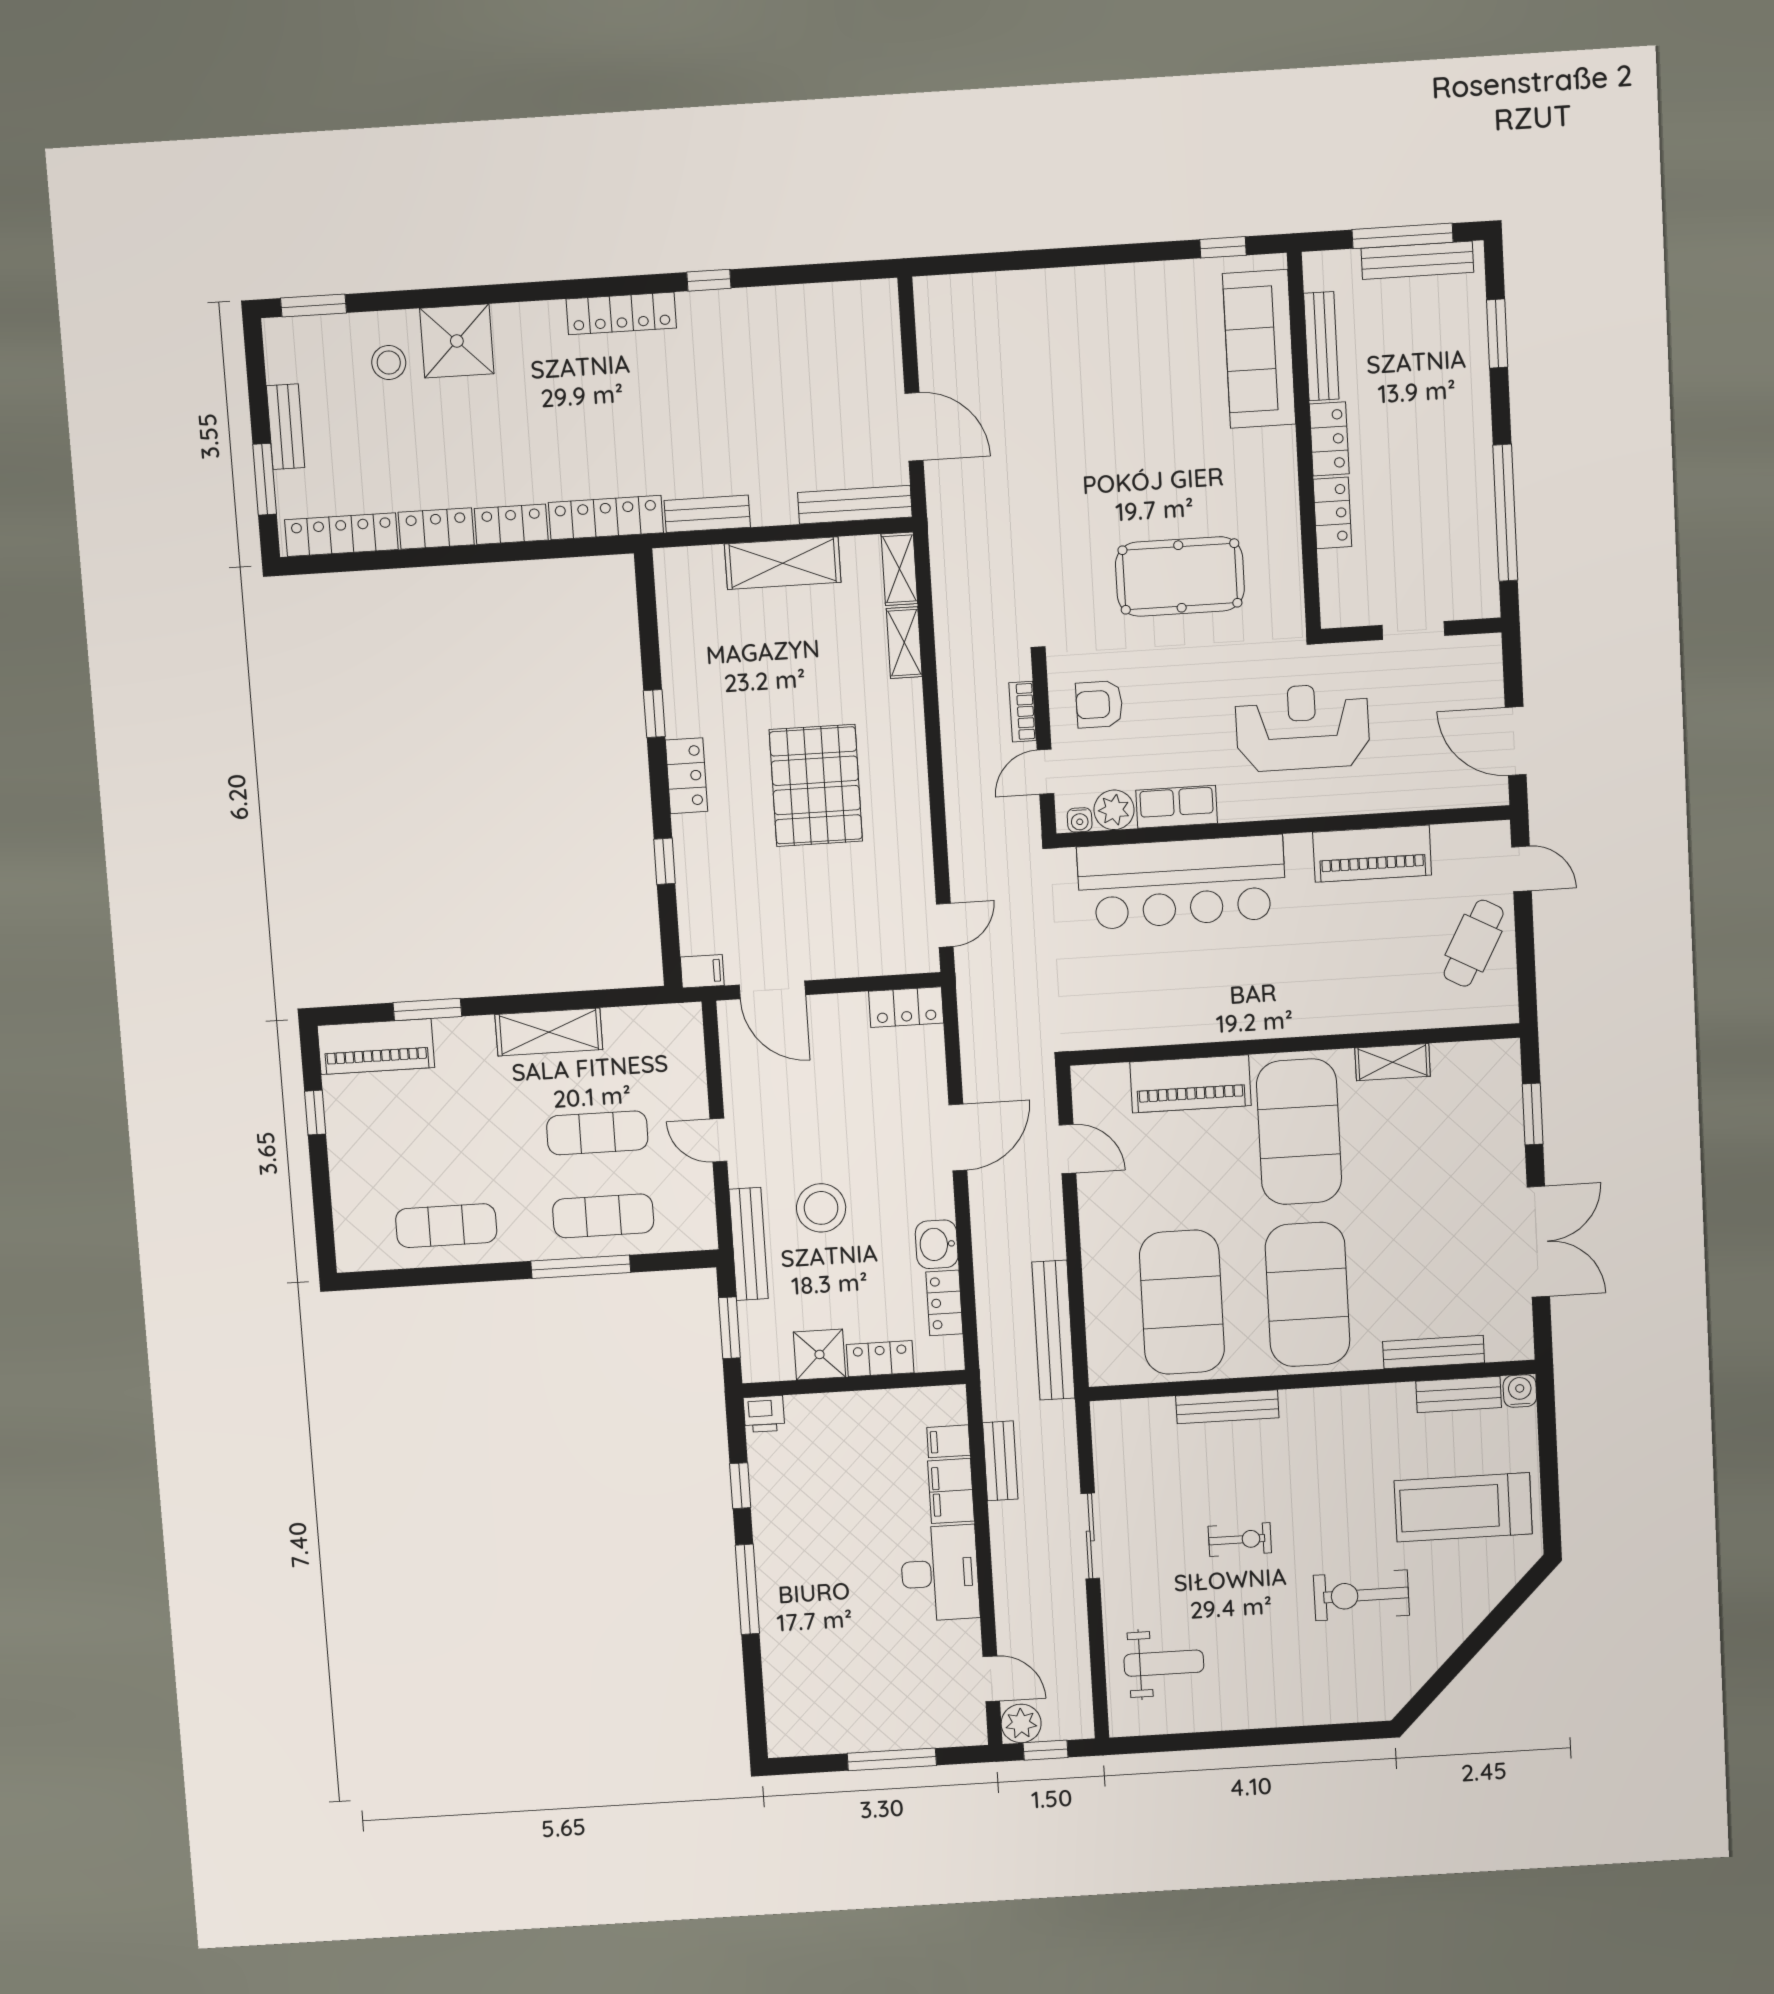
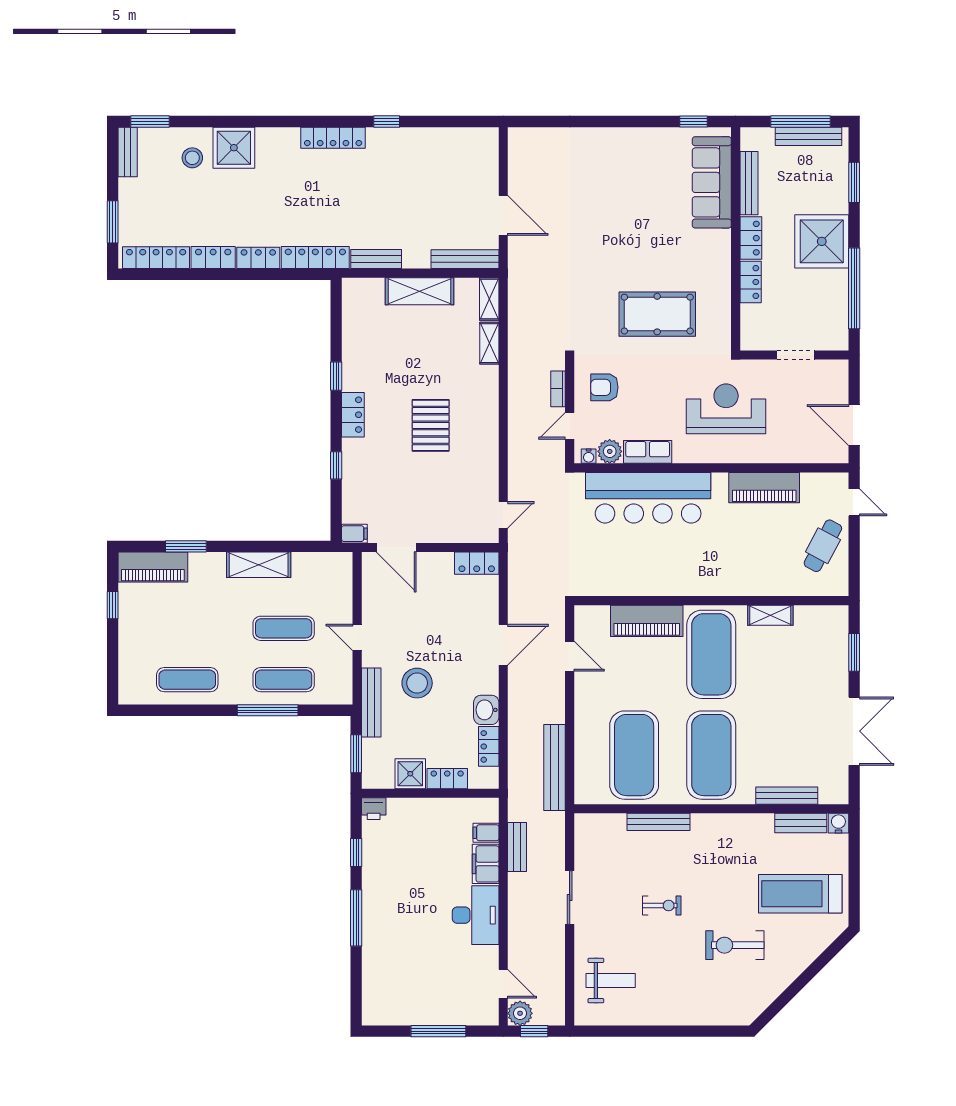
bench: (286, 427) -> (128, 152), moved
shower: (1448, 437) -> (822, 241), added
pallet: (816, 785) -> (431, 425), width x0.73, depth x0.71

